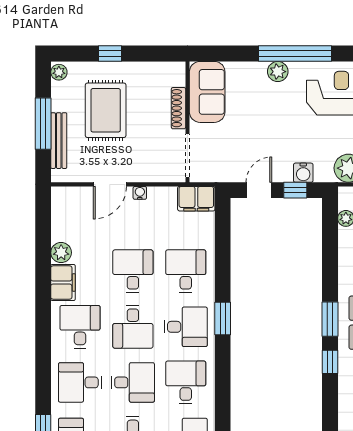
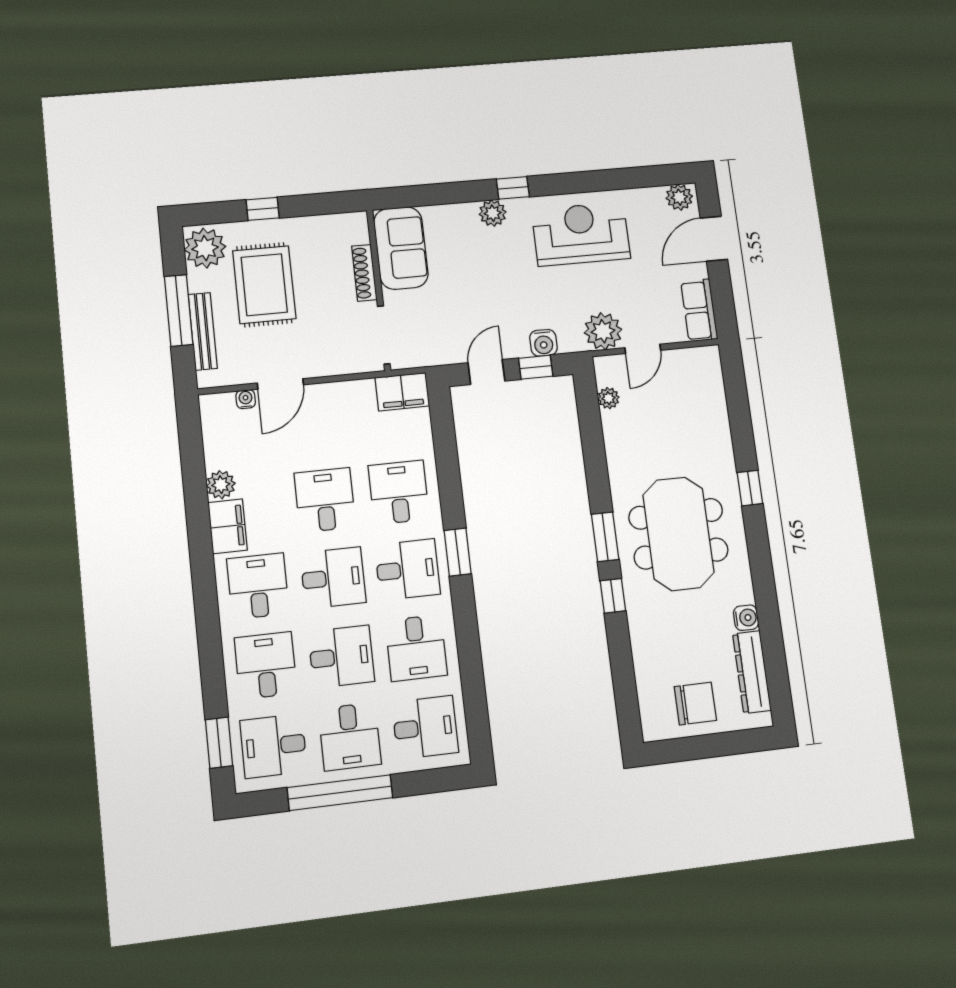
window: (295, 54) -> (513, 188), width x0.32
plant: (59, 72) -> (205, 248), width x1.88, depth x1.88
water cooler: (140, 193) -> (246, 399), moved
desk: (133, 327) -> (333, 578), turned -90
desk: (80, 382) -> (266, 665), turned 90
desk: (186, 382) -> (416, 648), turned 180

